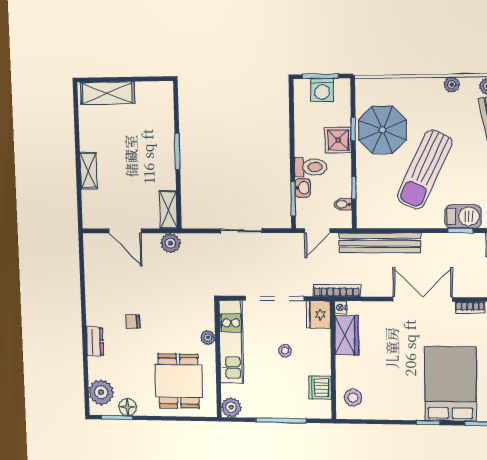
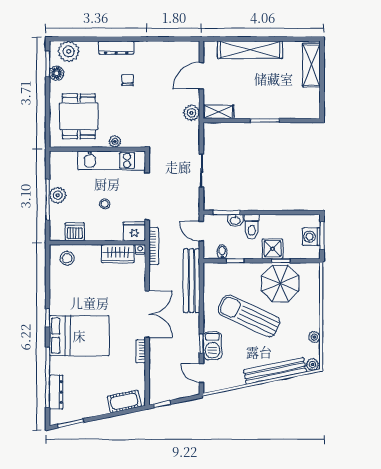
shelving: (89, 171) -> (250, 50), width x2.20, depth x1.33
dresser: (95, 341) -> (116, 48), width x1.44
dining table: (179, 381) -> (79, 116), turned 90
plant: (231, 407) -> (58, 195), moved

